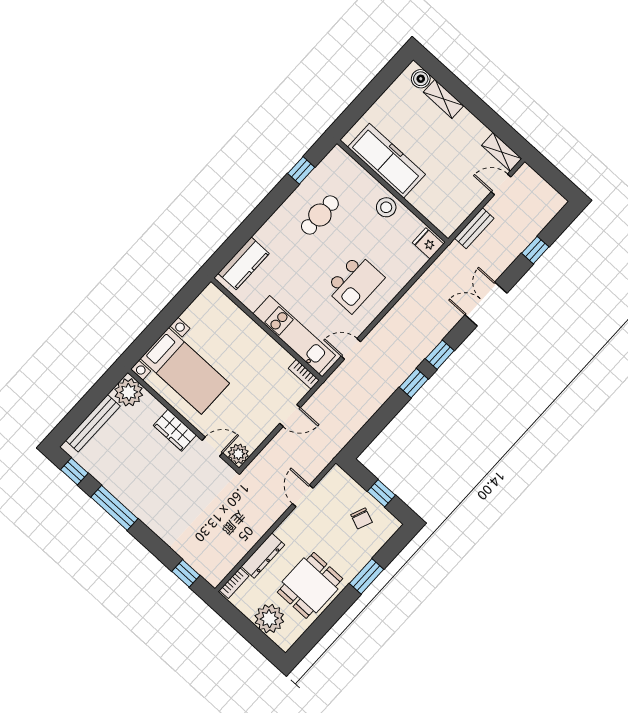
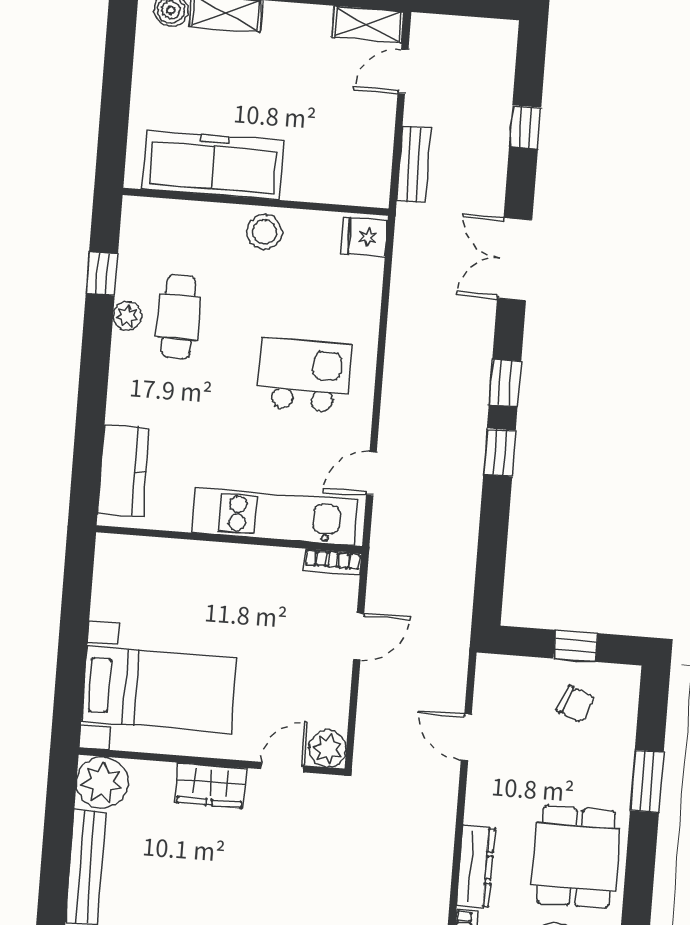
plant: (298, 197) -> (127, 316), added
kitchen island: (355, 283) -> (304, 375), turned -90

